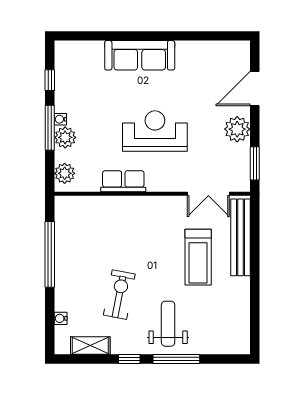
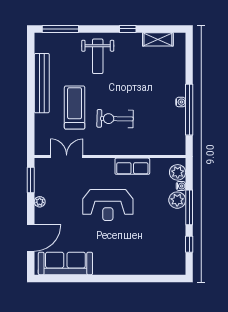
sofa: (140, 55) -> (65, 263), moved
water cooler: (60, 119) -> (181, 186), moved
plant: (237, 129) -> (40, 202), width x0.53, depth x0.53
bench: (241, 237) -> (42, 83), moved
exercise bike: (119, 295) -> (115, 119), moved, turned 80
water cooler: (61, 318) -> (181, 102), moved
window: (176, 359) -> (60, 29), moved

